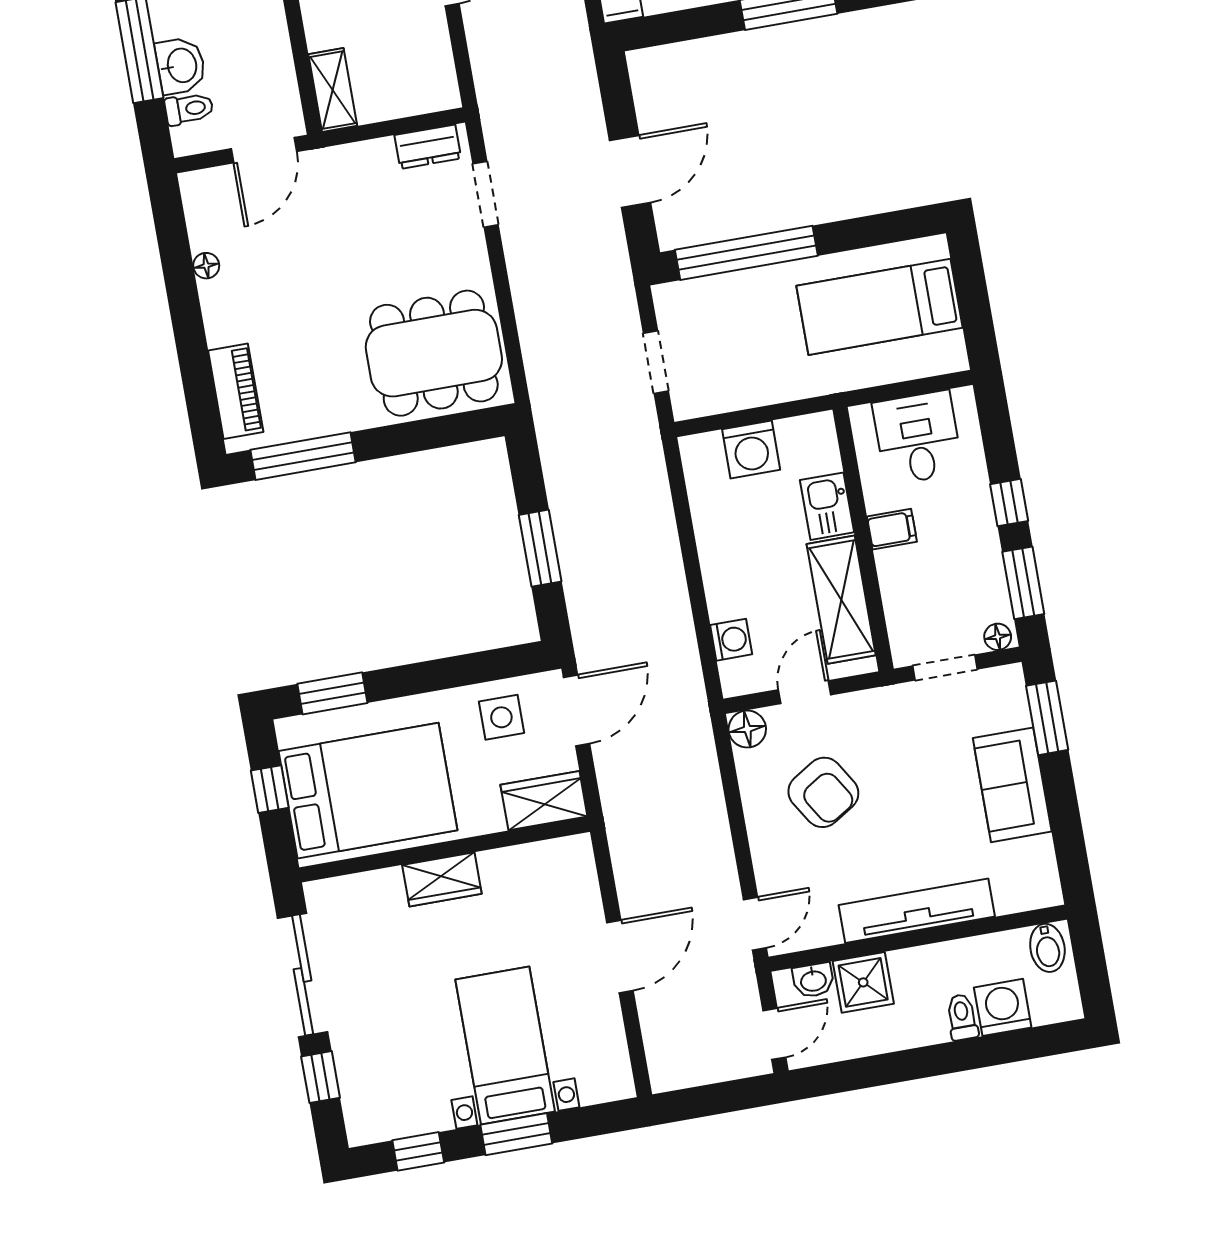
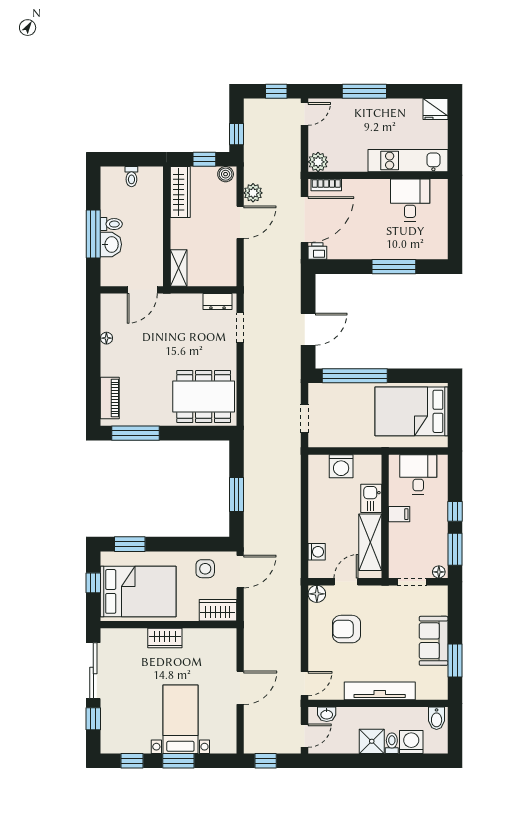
toilet: (189, 109) -> (111, 224), moved
bed: (880, 307) -> (411, 411), width x1.50
window: (1047, 718) -> (455, 660), moved
armchair: (823, 792) -> (347, 629), turned 122
shower: (863, 982) -> (372, 741), moved
window: (701, 1102) -> (266, 761), added

